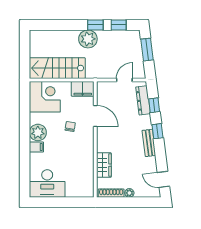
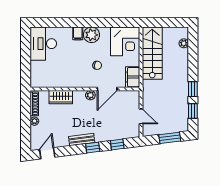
plant: (88, 39) -> (184, 43), moved, width x0.53, depth x0.53
dresser: (143, 100) -> (122, 134), removed
plant: (102, 134) -> (90, 95), added

